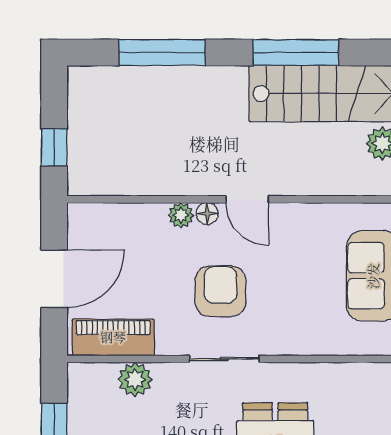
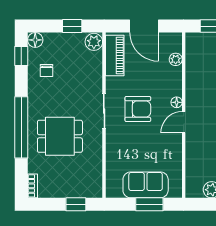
plant: (181, 215) -> (176, 59), moved
plant: (135, 379) -> (94, 42), moved

